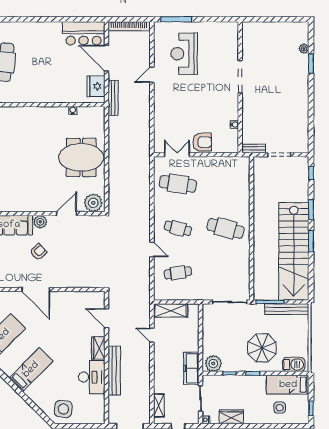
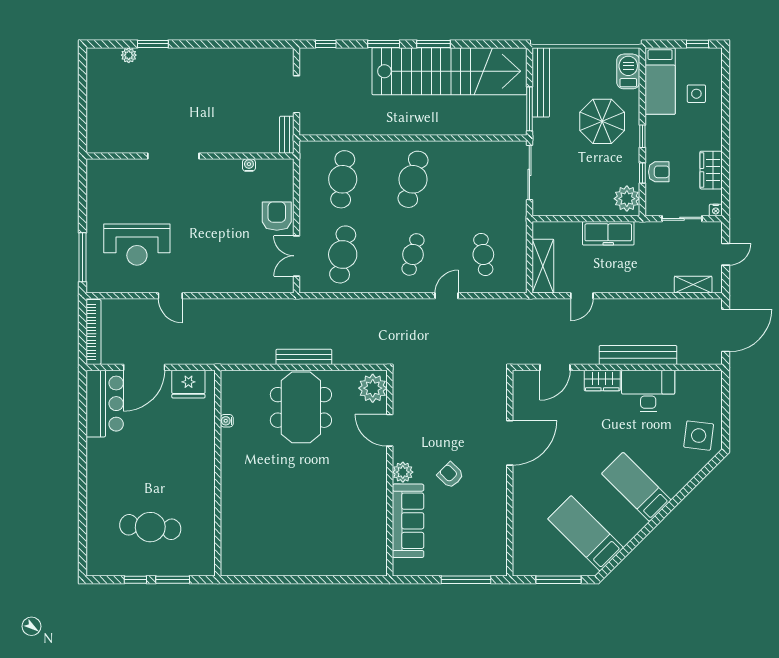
bench: (113, 98) -> (304, 357), moved
cafe table: (225, 184) -> (343, 179), added
door: (36, 289) -> (510, 443), moved
freezer: (191, 368) -> (608, 233), moved
armchair: (230, 384) -> (659, 172), added

